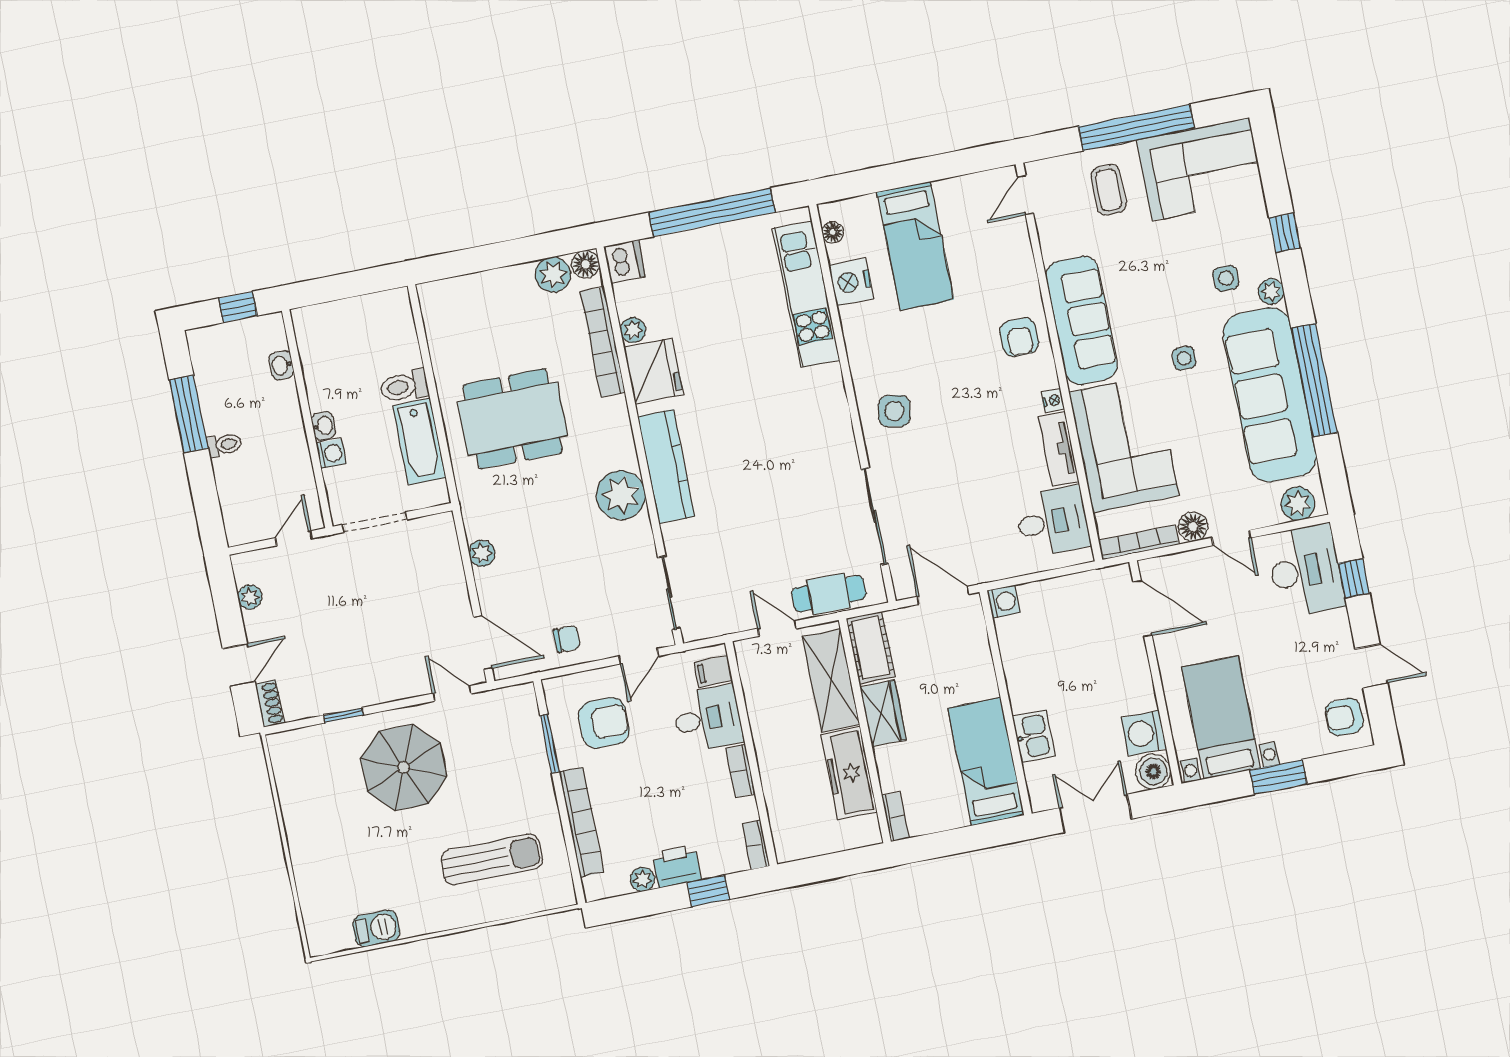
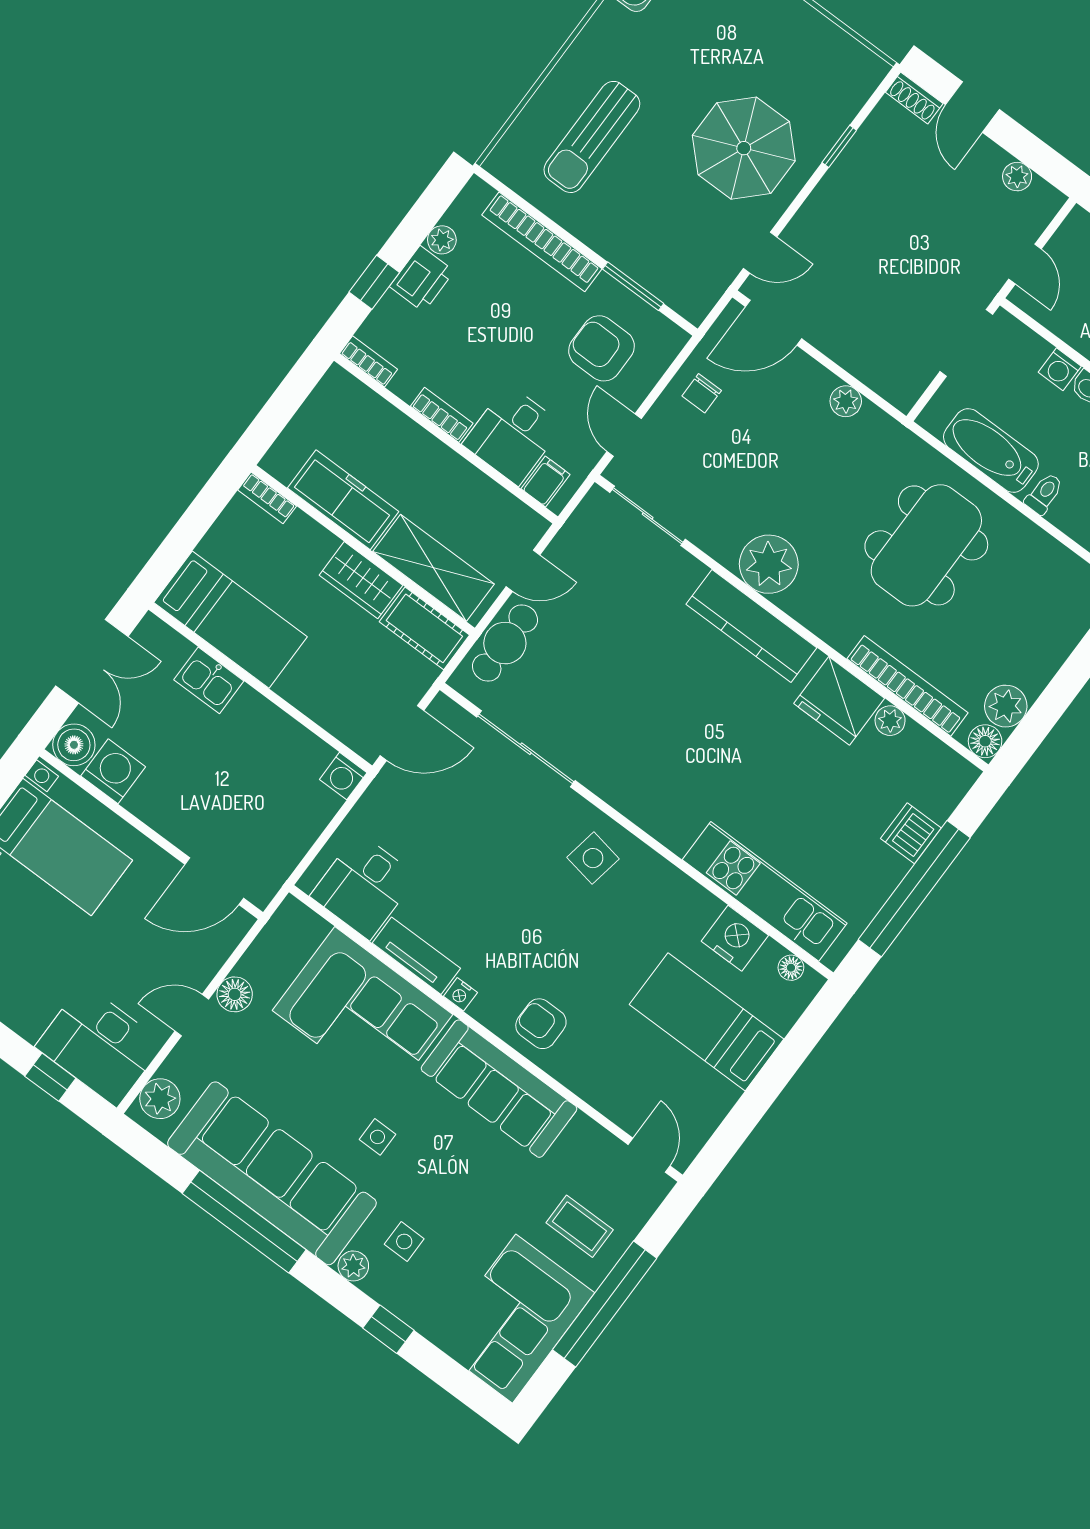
dishwasher: (625, 262) -> (911, 833), moved, turned 90
toilet: (404, 386) -> (1044, 494), width x0.73, depth x0.72
bookcase: (1139, 542) -> (270, 937), removed
armchair: (604, 723) -> (601, 348), turned 90

